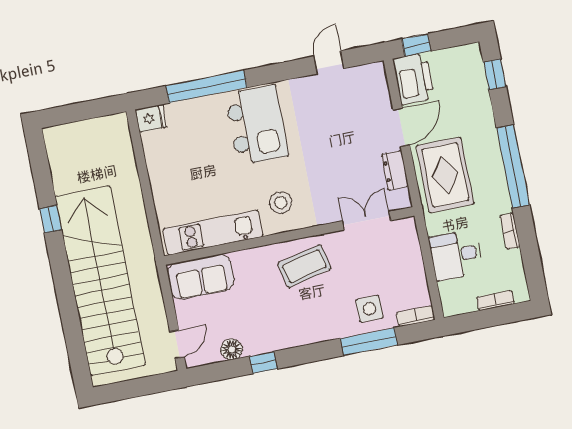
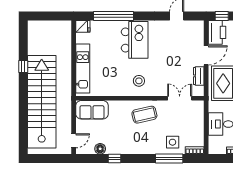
kitchen unit: (213, 233) -> (83, 68), moved, turned 90

